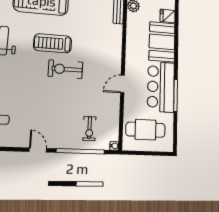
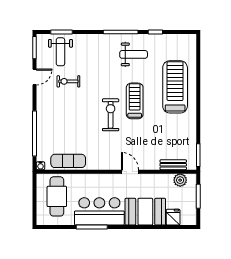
door: (122, 84) -> (130, 172), moved
exercise mat: (110, 116) -> (68, 161), added
exercise bike: (89, 129) -> (68, 81), moved
door: (38, 150) -> (35, 77), moved

